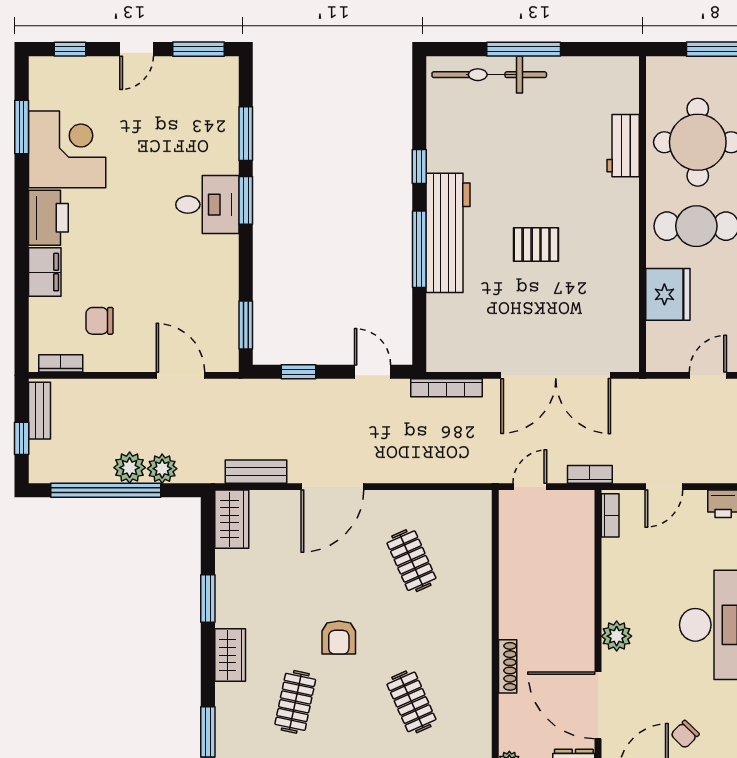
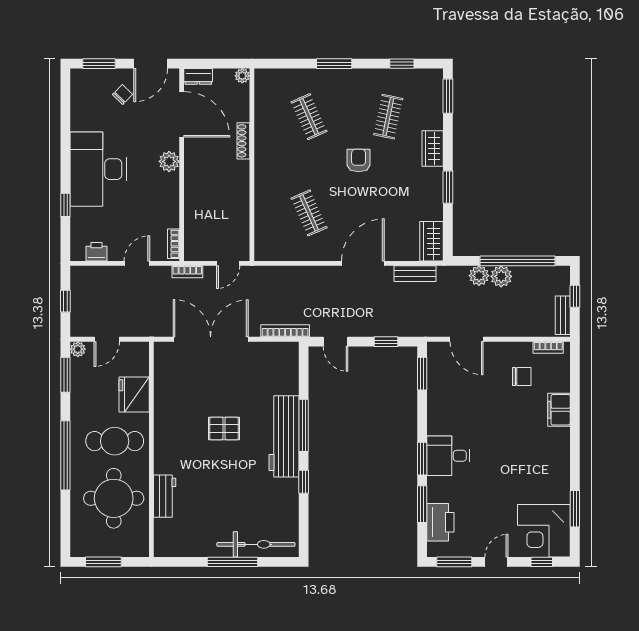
corner desk: (67, 149) -> (544, 531), moved
printer: (48, 218) -> (440, 522), moved, turned 180

